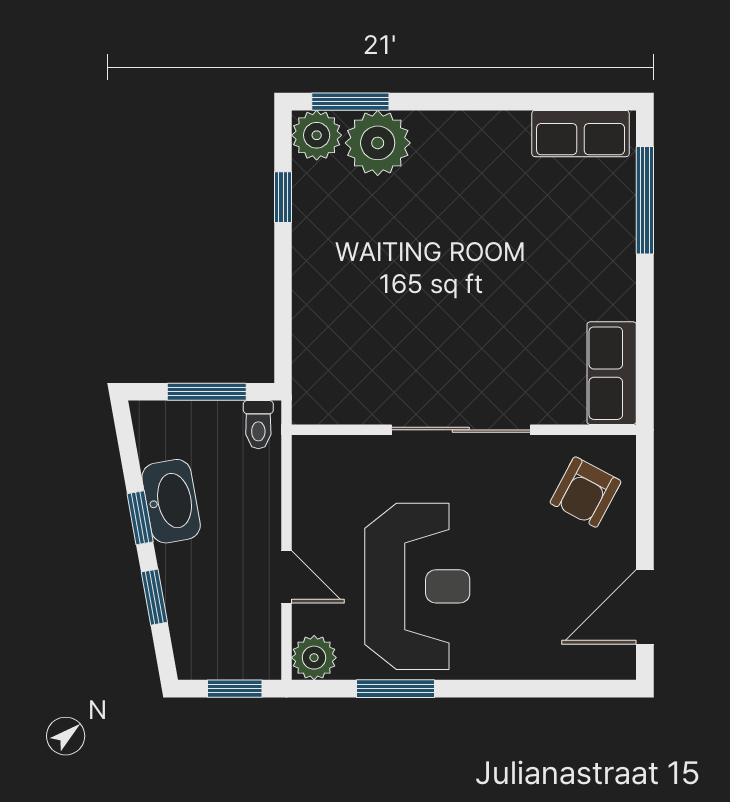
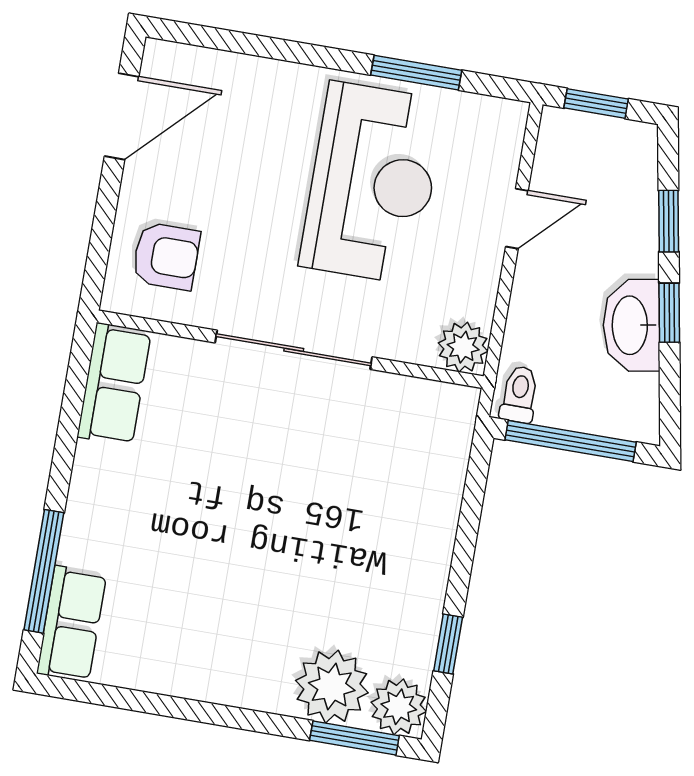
row of seats: (581, 134) -> (72, 624), moved, turned 90
window: (207, 392) -> (571, 441), width x1.44
armchair: (585, 492) -> (166, 256), turned 62
door: (286, 577) -> (517, 219), swing flipped
reception desk: (417, 586) -> (372, 183), turned 180
plant: (314, 658) -> (463, 347), moved

